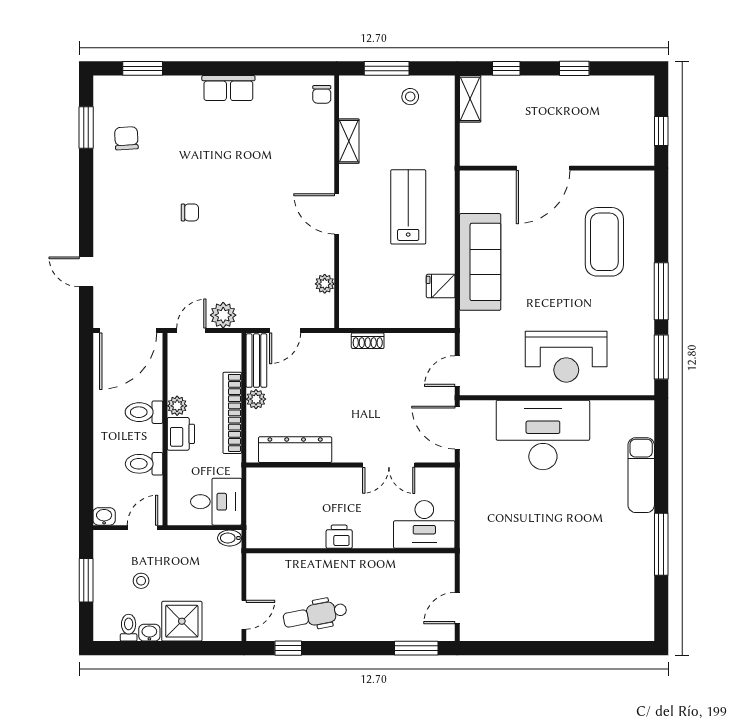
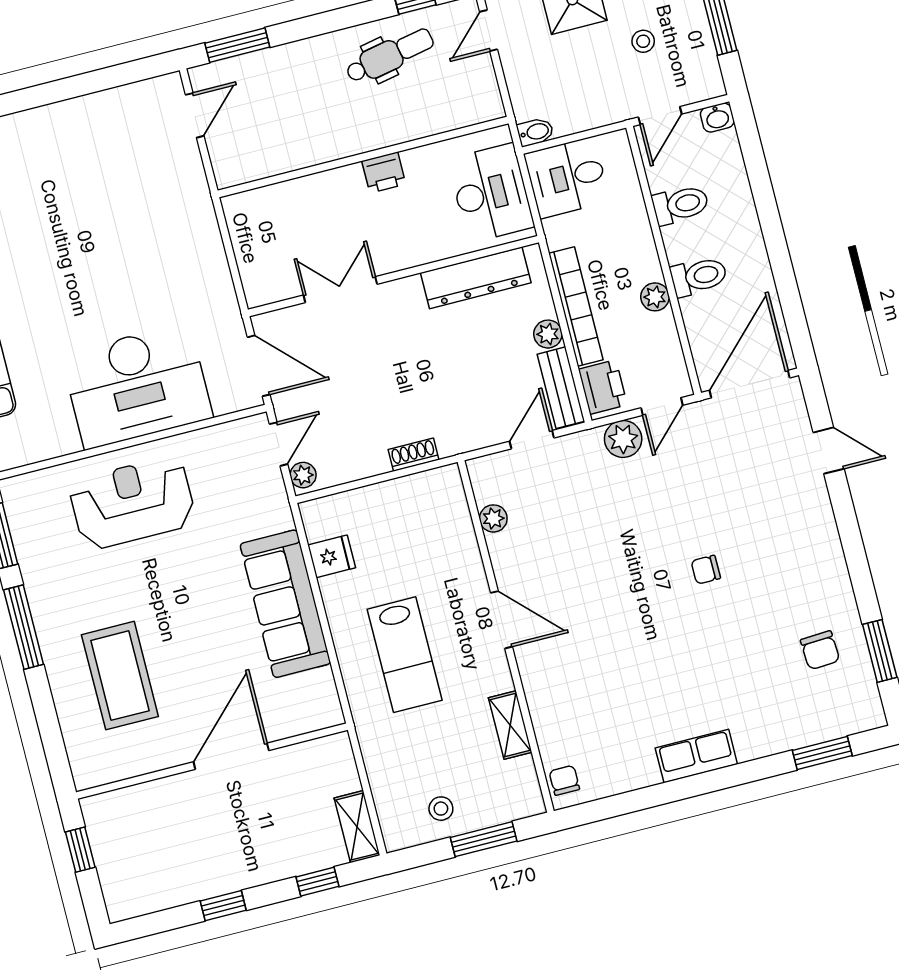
plant: (446, 346) -> (303, 475), added
printer: (181, 434) -> (603, 387), moved, turned 180
desk: (424, 524) -> (491, 193), moved, turned 90

